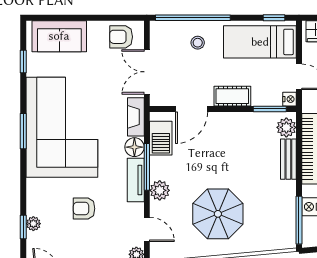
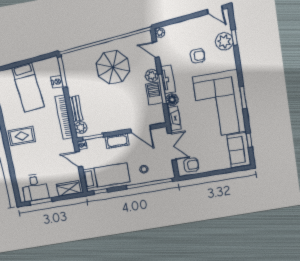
sofa: (59, 36) -> (239, 150), moved, turned -90
door: (192, 109) -> (141, 129), swing flipped
barbecue: (161, 138) -> (154, 93), moved
plant: (33, 224) -> (224, 41), width x1.87, depth x1.87

